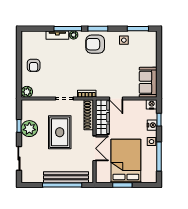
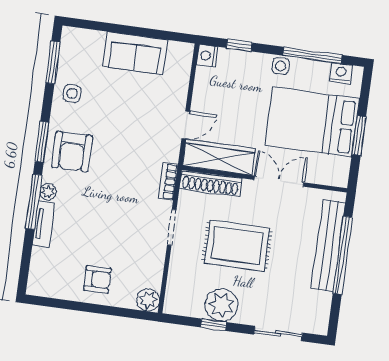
sofa: (148, 82) -> (135, 53), moved
nightstand: (152, 125) -> (341, 73), moved

